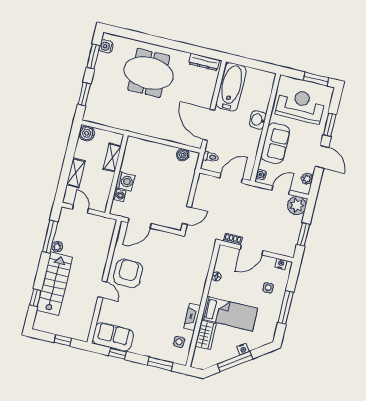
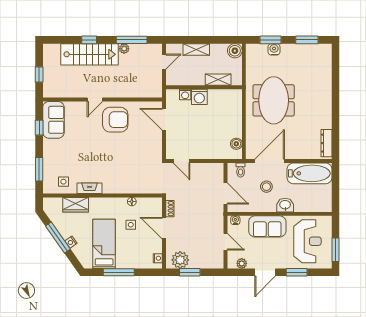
water cooler: (106, 46) -> (274, 49), moved
meeting table: (149, 73) -> (274, 100), moved
stool: (234, 134) -> (266, 187), added
plant: (297, 205) -> (180, 260), moved
side table: (268, 288) -> (131, 225), moved
window: (35, 298) -> (89, 40), moved
bed: (230, 314) -> (104, 244), moved, turned 180

